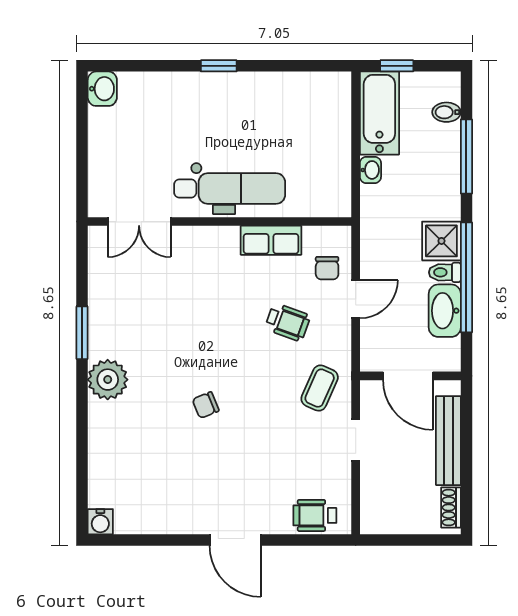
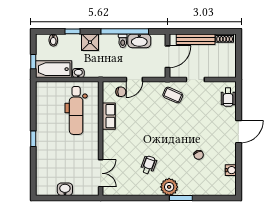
washbasin: (102, 89) -> (65, 189), moved
window: (466, 156) -> (72, 31), width x0.46
dental chair: (230, 189) -> (76, 110), moved, turned 180
shower: (441, 241) -> (90, 42), moved
door: (356, 299) -> (134, 79), swing flipped
wheelchair: (288, 322) -> (149, 165), moved
window: (82, 333) -> (181, 198), moved
chair: (206, 405) -> (199, 155), moved
water cooler: (100, 522) -> (231, 170), moved

